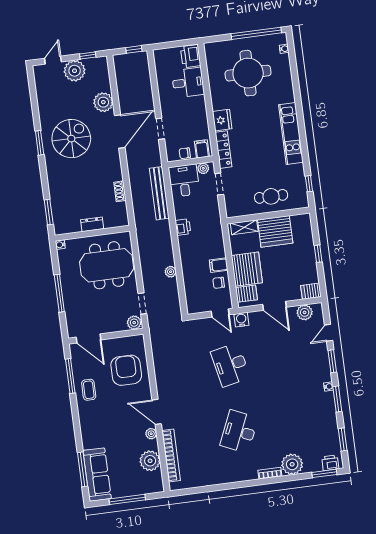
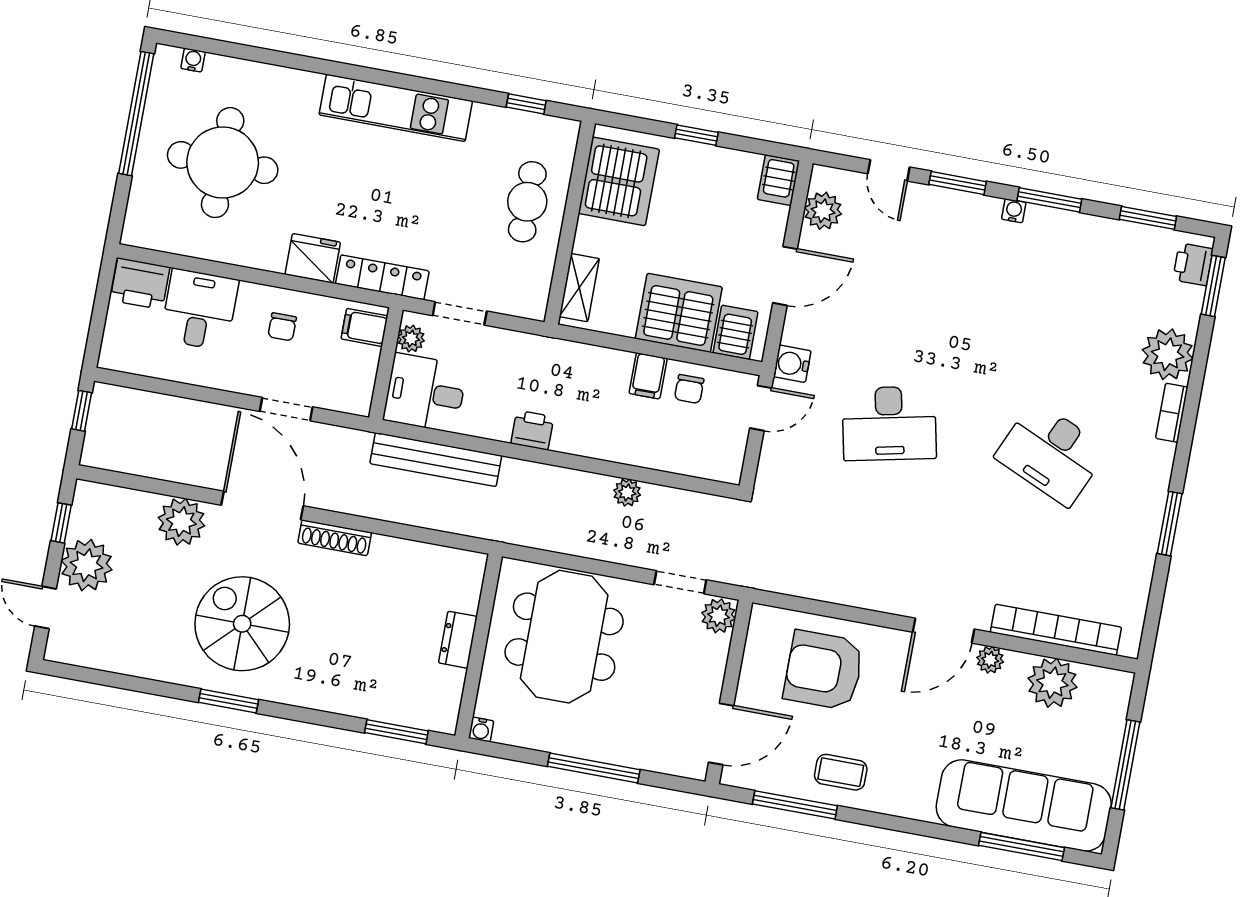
chair: (185, 153) -> (282, 327), moved
shoe rack: (120, 191) -> (335, 538), moved, width x1.43
server rack: (275, 231) -> (619, 181), moved
sofa: (97, 475) -> (1024, 805), width x1.36, depth x1.27
window: (227, 486) -> (1170, 524), added

